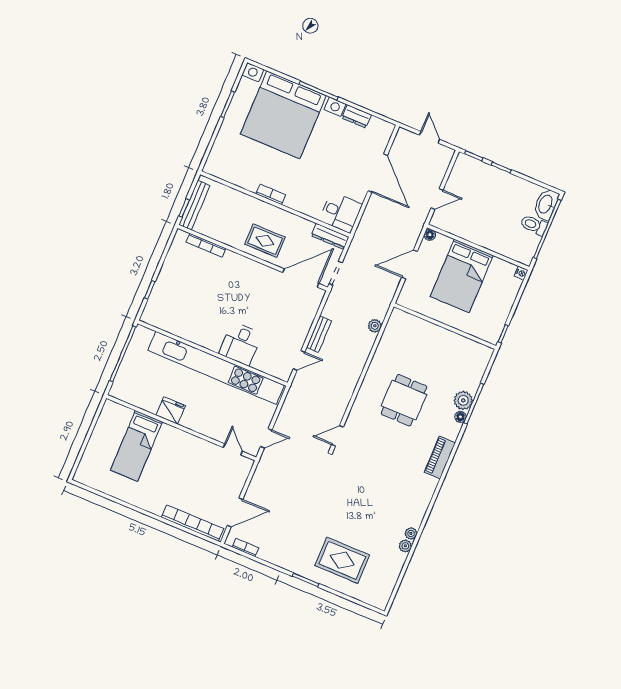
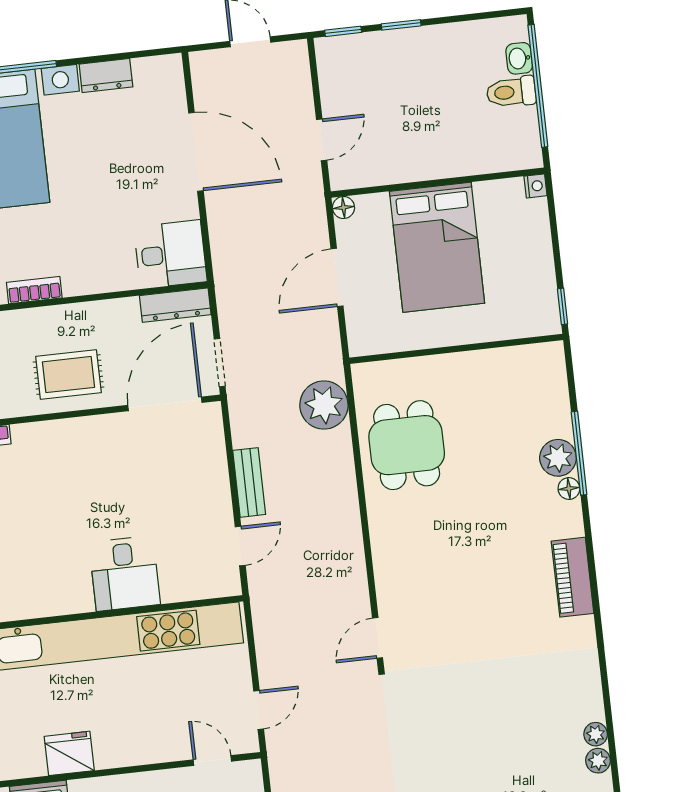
washbasin: (546, 204) -> (519, 58), width x0.52, depth x0.69
plant: (375, 326) -> (324, 405), width x1.88, depth x1.88
dining table: (404, 400) -> (407, 445), moved

